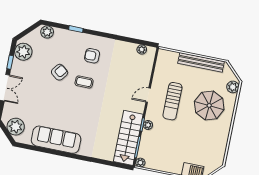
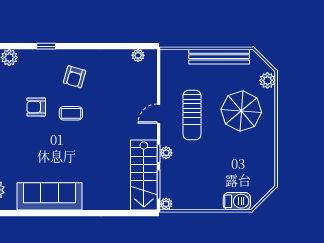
armchair: (92, 56) -> (75, 77), turned -74
armchair: (60, 72) -> (36, 107), turned -128

